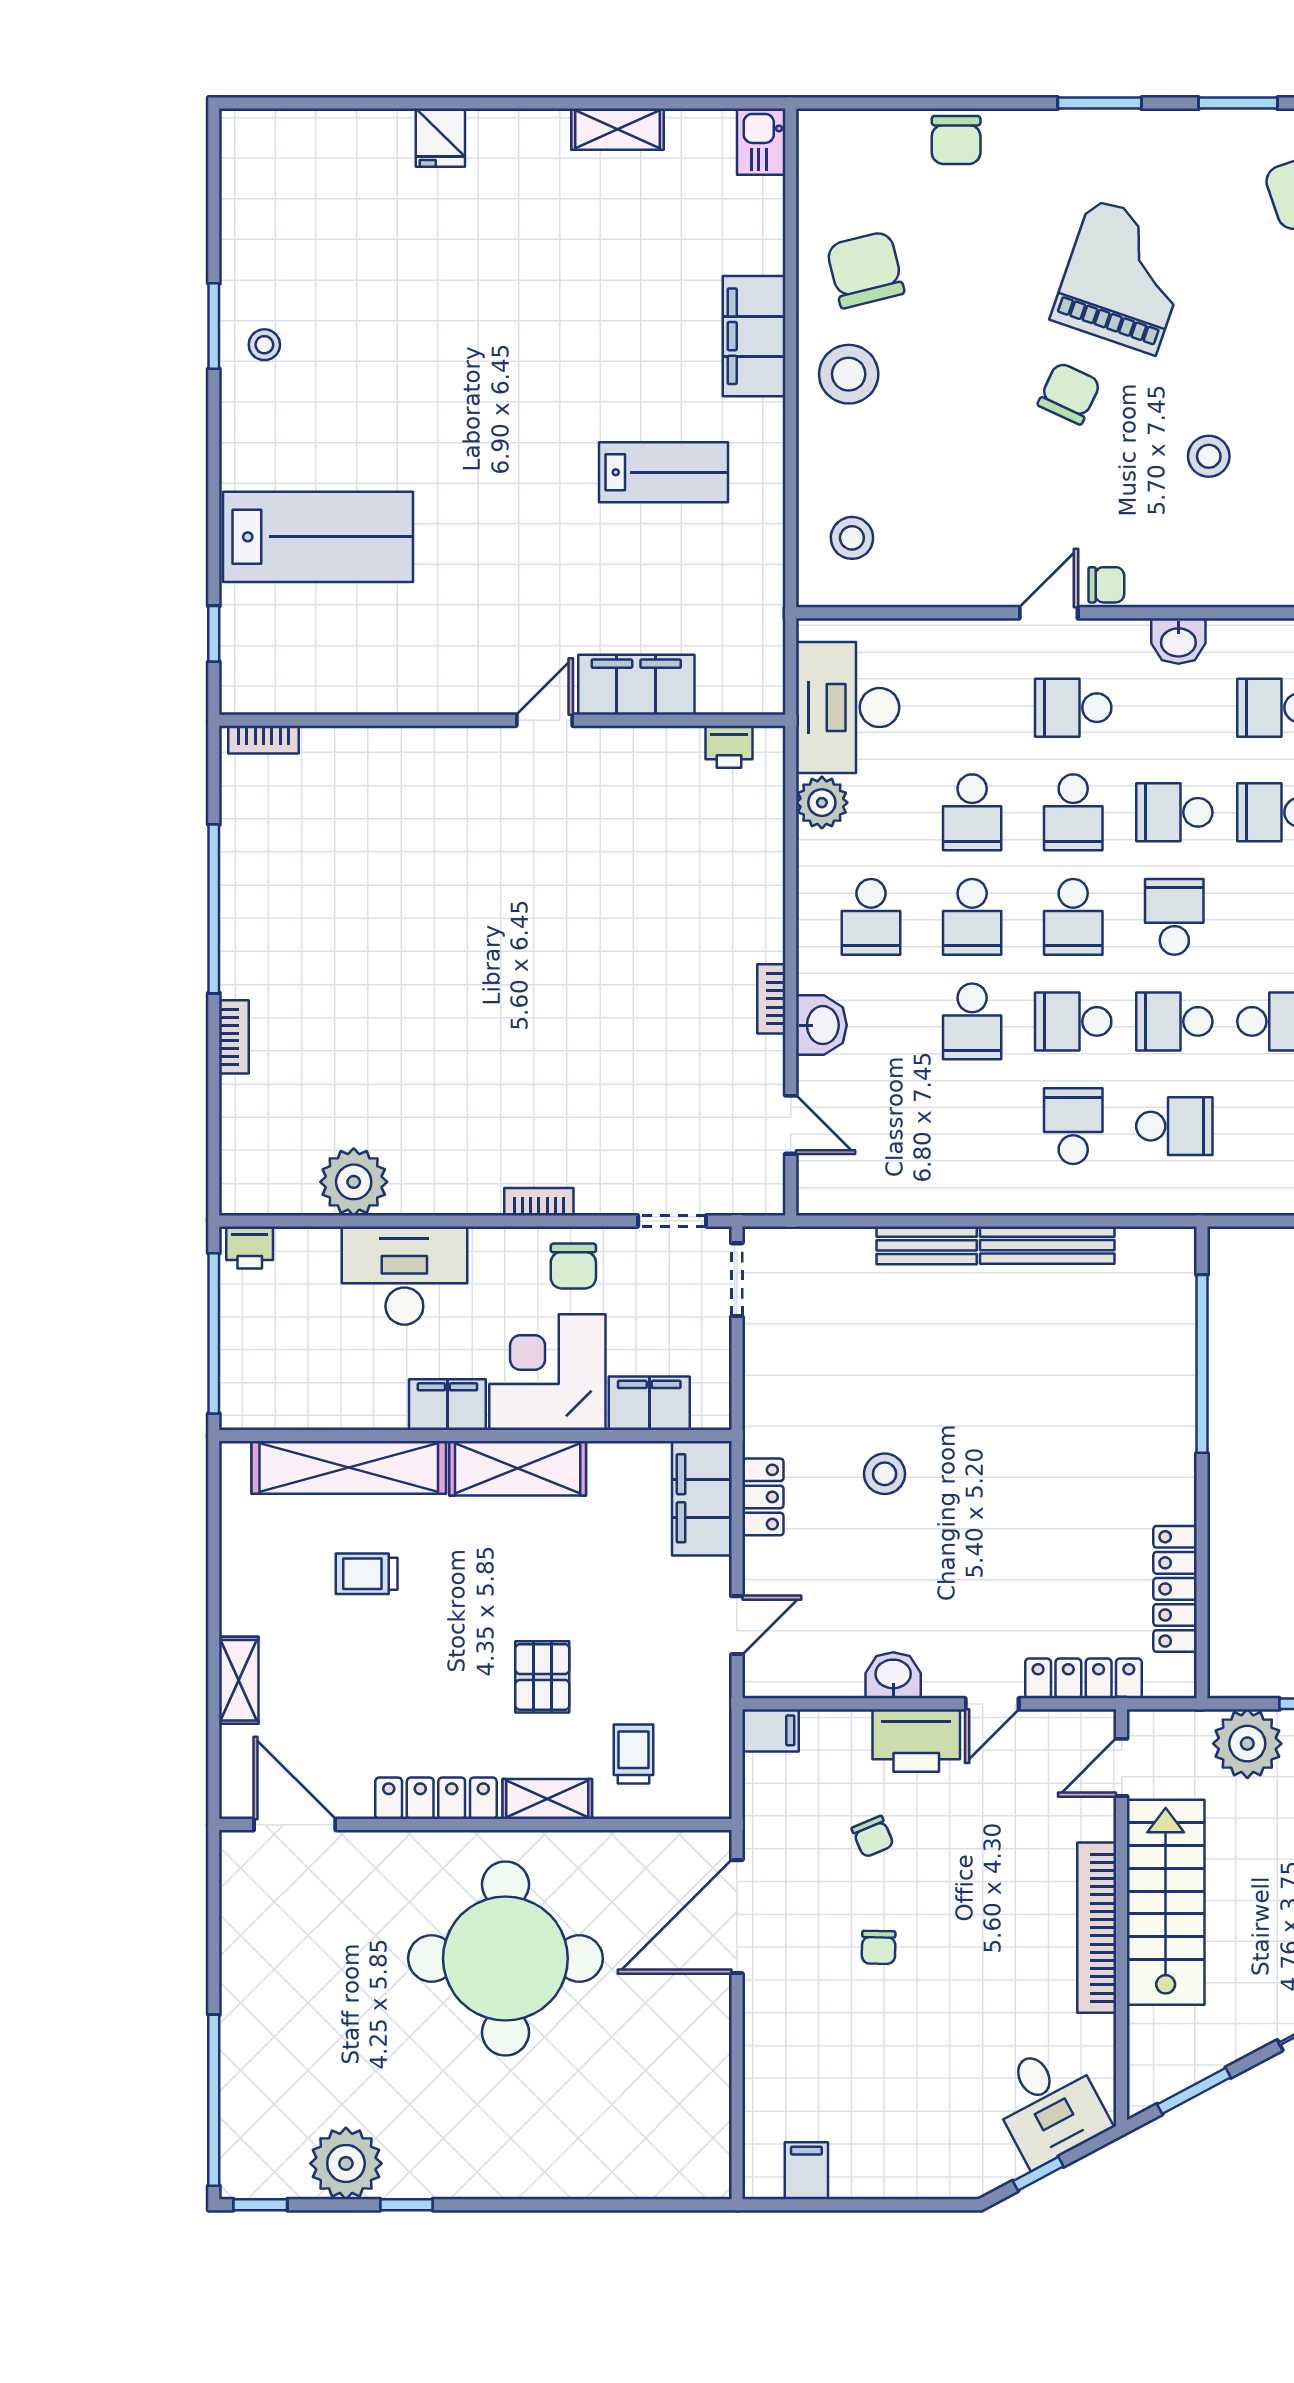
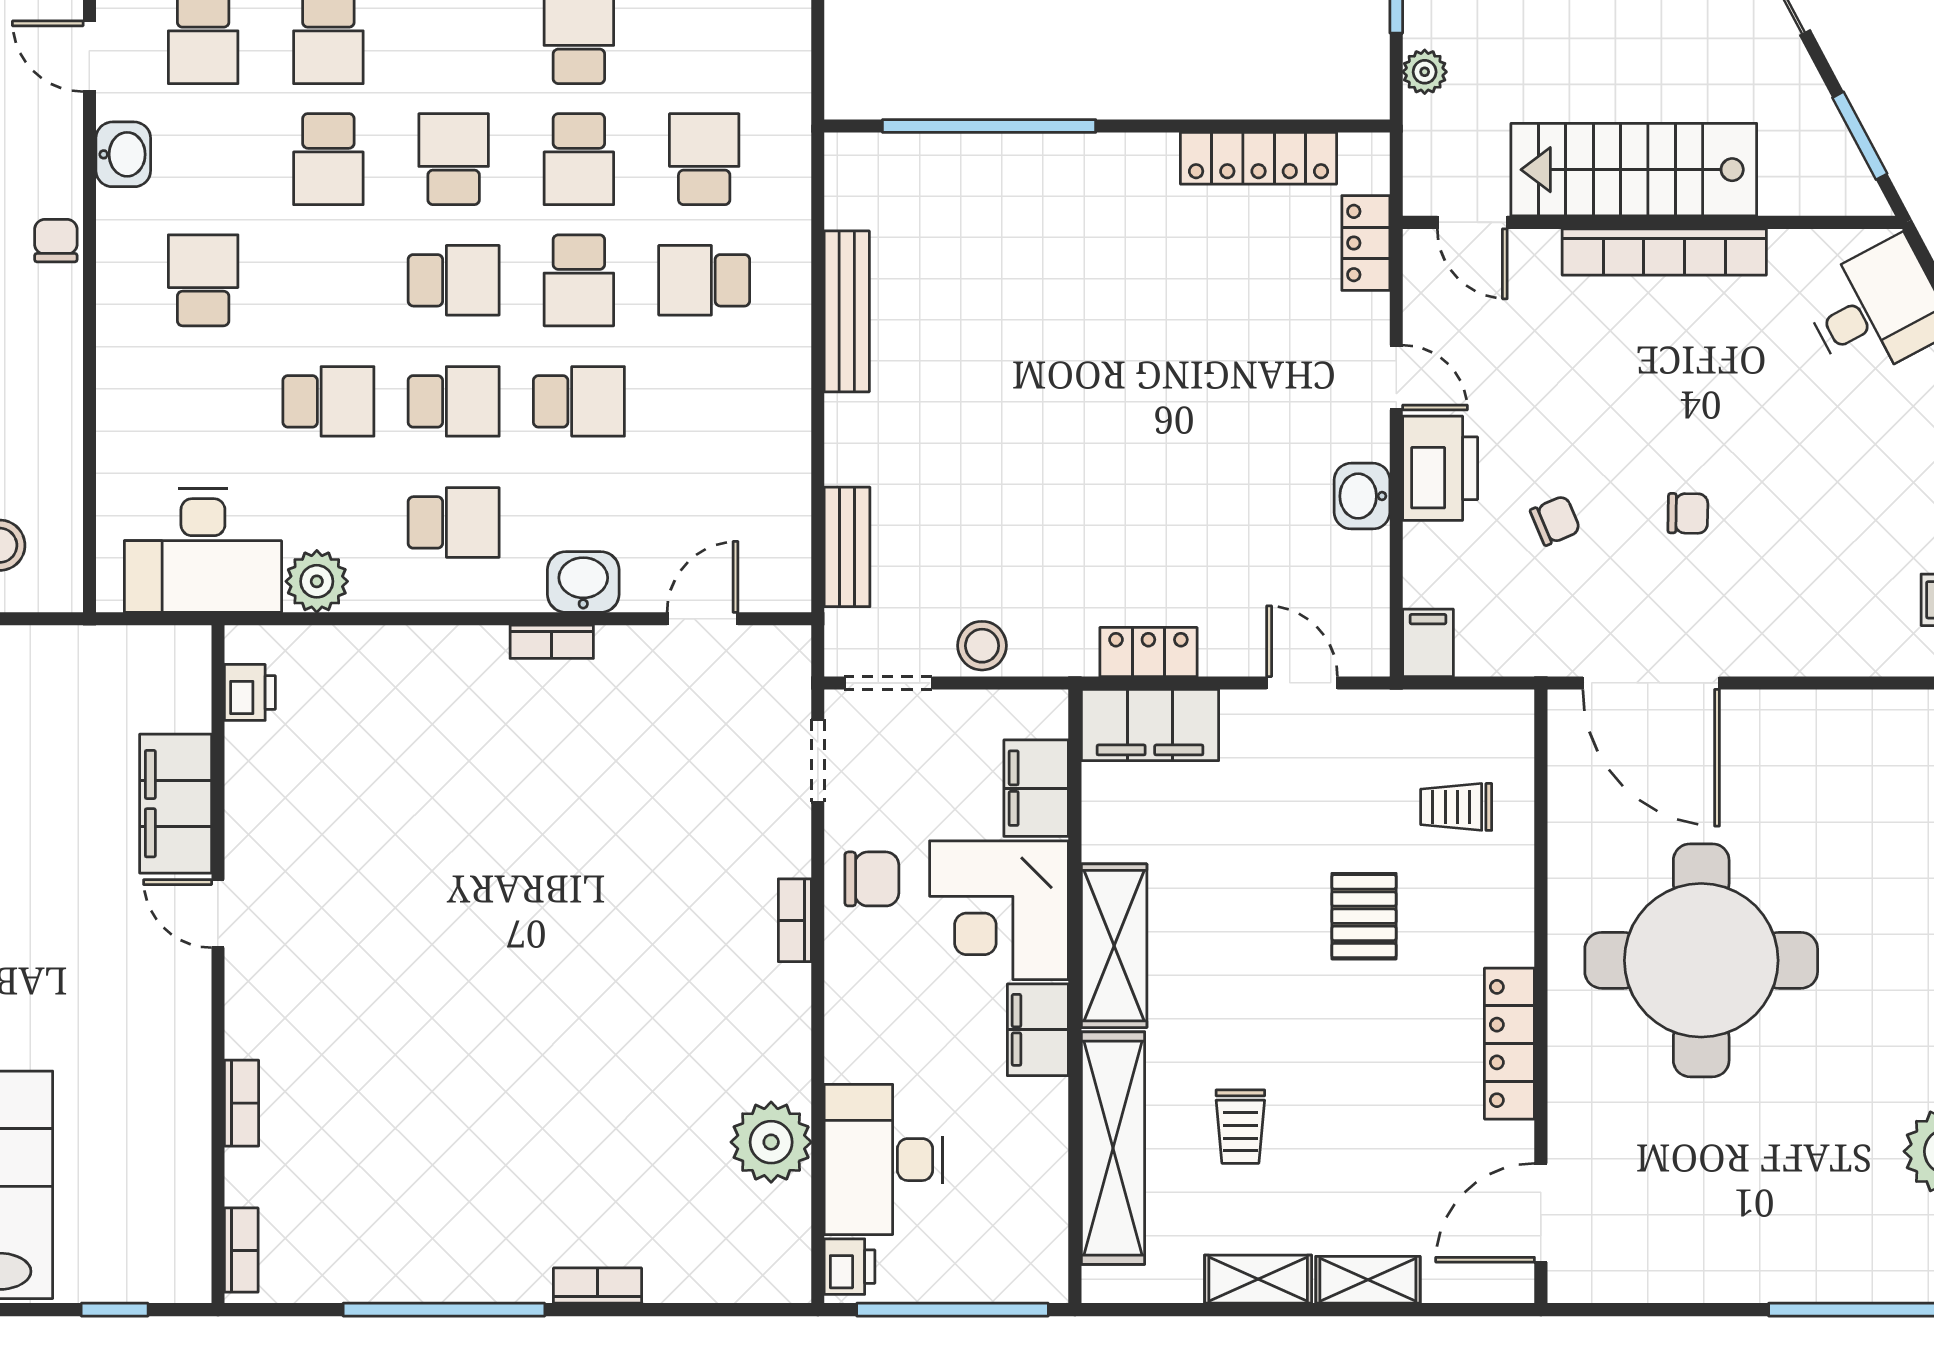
door: (1049, 613) -> (89, 56), moved
school desk: (1073, 708) -> (203, 280), turned 180
bookcase: (386, 740) -> (242, 1103), added
school desk: (1073, 812) -> (328, 280), removed
school desk: (1174, 917) -> (454, 159), turned 90
bench: (927, 1245) -> (847, 547), moved
desk: (404, 1276) -> (883, 1160), moved
stool: (885, 1474) -> (982, 646), moved
pallet: (542, 1677) -> (1364, 916), turned 90
locker: (1083, 1678) -> (1366, 243), width x0.66
plant: (1247, 1744) -> (1425, 72), width x0.53, depth x0.53
shelving: (547, 1799) -> (1258, 1279), moved, turned 90

